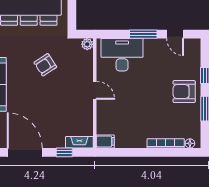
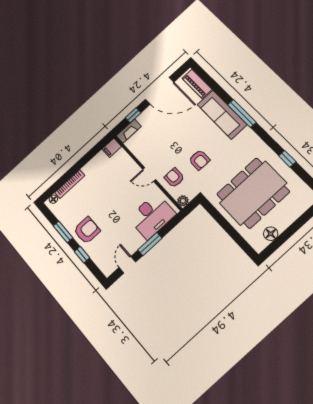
door: (175, 34) -> (127, 265), hinge flipped
armchair: (45, 65) -> (199, 160), turned 123
armchair: (77, 69) -> (174, 178), added

